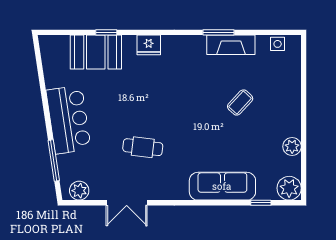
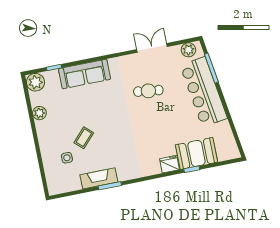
side table: (278, 44) -> (67, 158), moved
fridge: (149, 45) -> (169, 164), moved
bar counter: (68, 120) -> (204, 92), width x1.36

